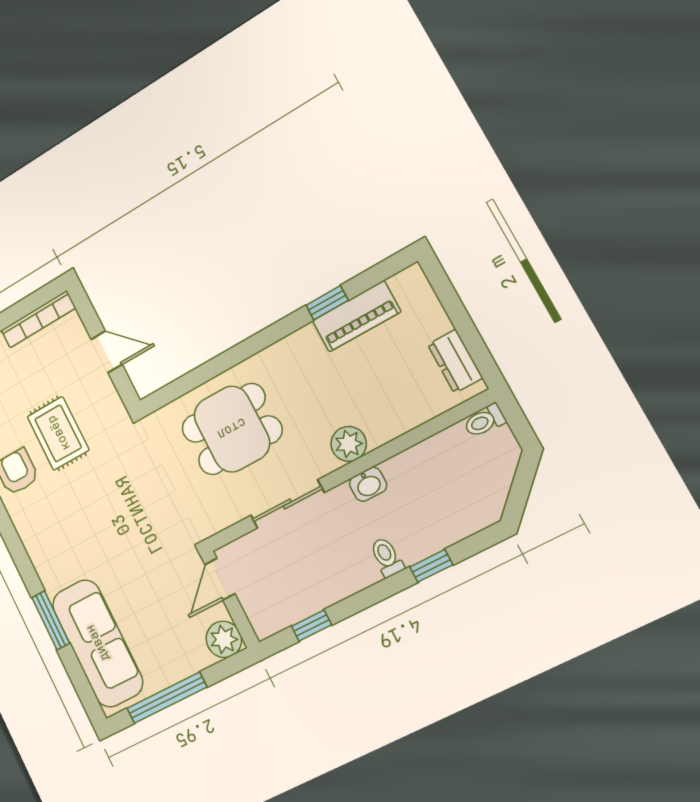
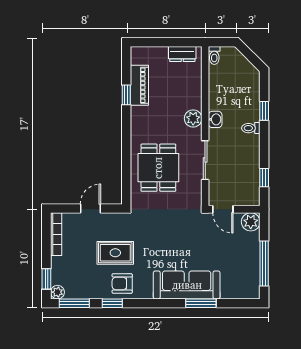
sofa: (97, 643) -> (187, 285), moved

